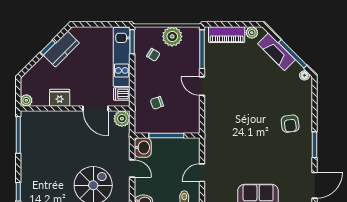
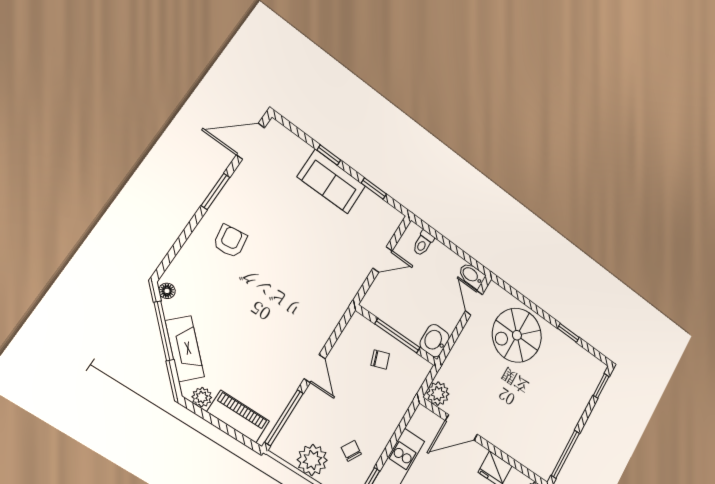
dishwasher: (122, 94) -> (420, 425), removed
chair: (157, 103) -> (380, 360), moved
door: (96, 108) -> (461, 428), swing flipped
door: (132, 168) -> (474, 303), moved

